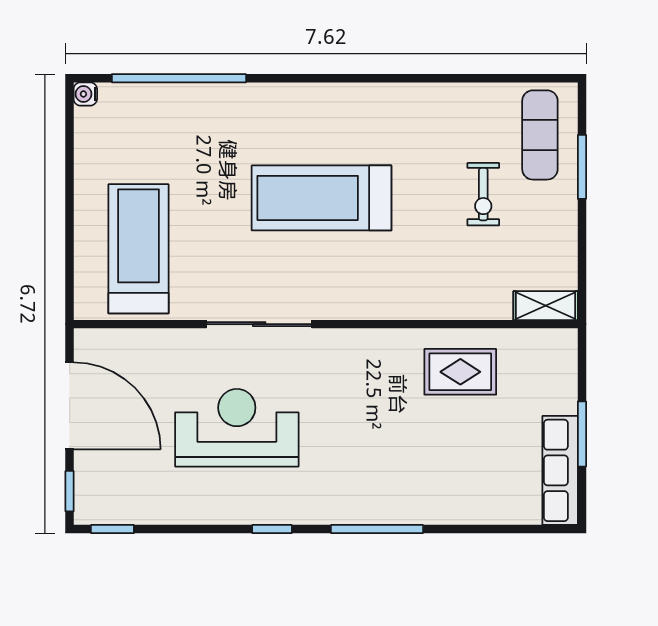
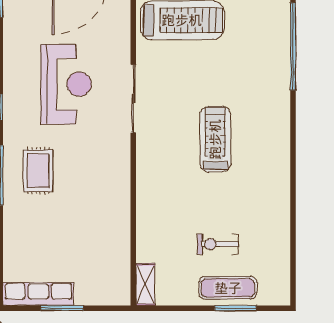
exercise mat: (540, 135) -> (228, 288), moved
treadmill: (322, 198) -> (215, 139), width x0.73, depth x0.73
rug: (460, 372) -> (38, 171), moved

